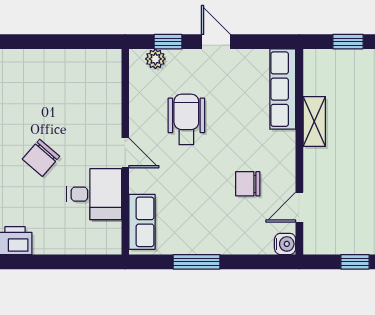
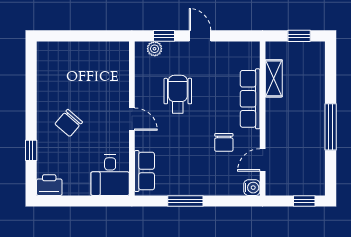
row of seats: (283, 89) -> (250, 99), moved
shelving: (314, 121) -> (274, 78), moved
chair: (248, 184) -> (224, 142), turned -90
desk: (94, 194) -> (110, 175), moved, turned 90

